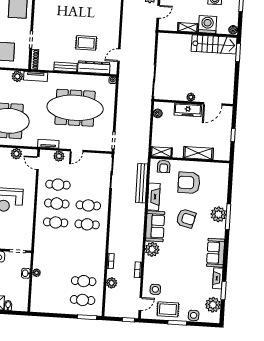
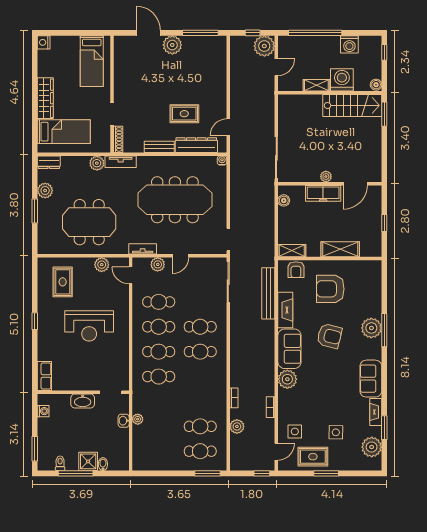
cafe table: (54, 241) -> (159, 377), added
side table: (194, 315) -> (336, 432), moved

